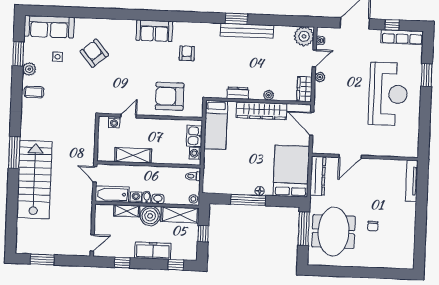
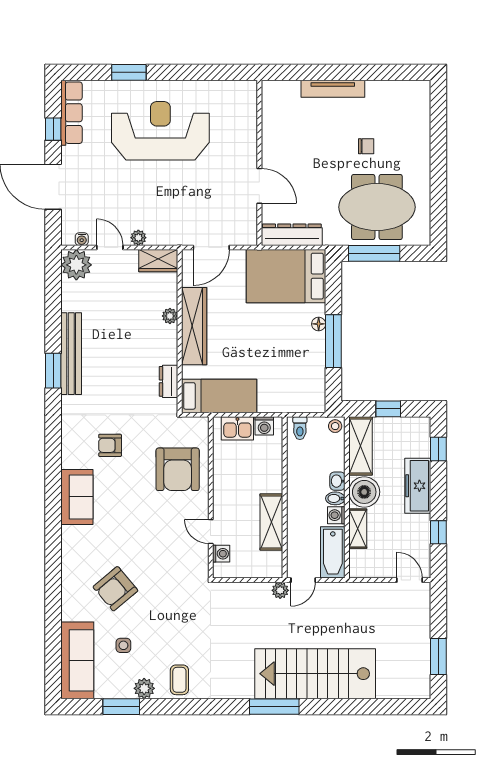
dresser: (238, 93) -> (169, 381), moved
plant: (89, 159) -> (280, 590), added
tv unit: (412, 181) -> (333, 89), moved

